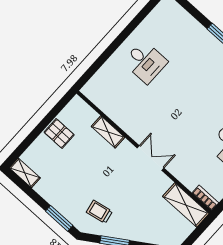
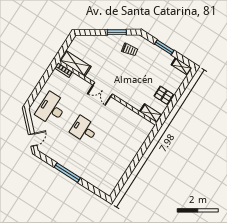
desk: (145, 62) -> (84, 130), moved
shelving: (108, 132) -> (151, 113), moved
window: (59, 218) -> (164, 47), moved

